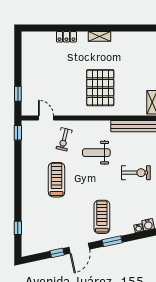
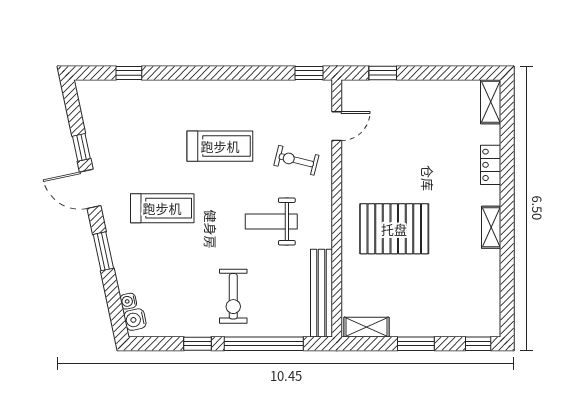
shelving: (33, 37) -> (491, 102), added
weight bench: (96, 153) -> (271, 221), turned -90
treadmill: (102, 217) -> (162, 208), moved

